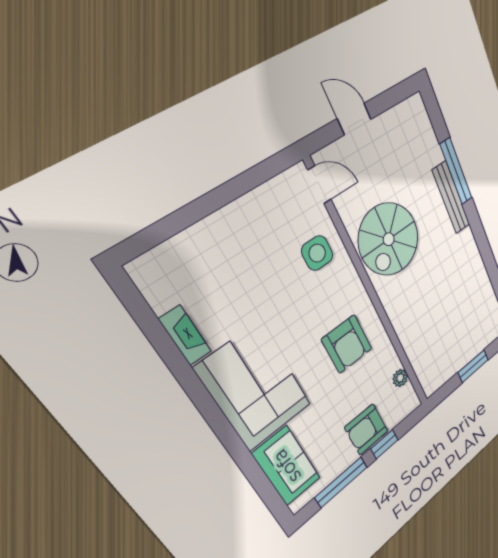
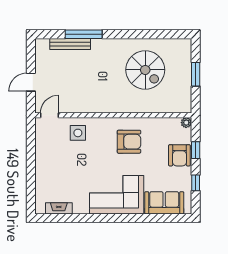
bench: (451, 198) -> (70, 44), moved
spiral stairs: (389, 239) -> (145, 70), moved
fireplace: (185, 335) -> (59, 208), moved
plant: (400, 378) -> (186, 123), moved
window: (341, 482) -> (196, 183), width x0.46

